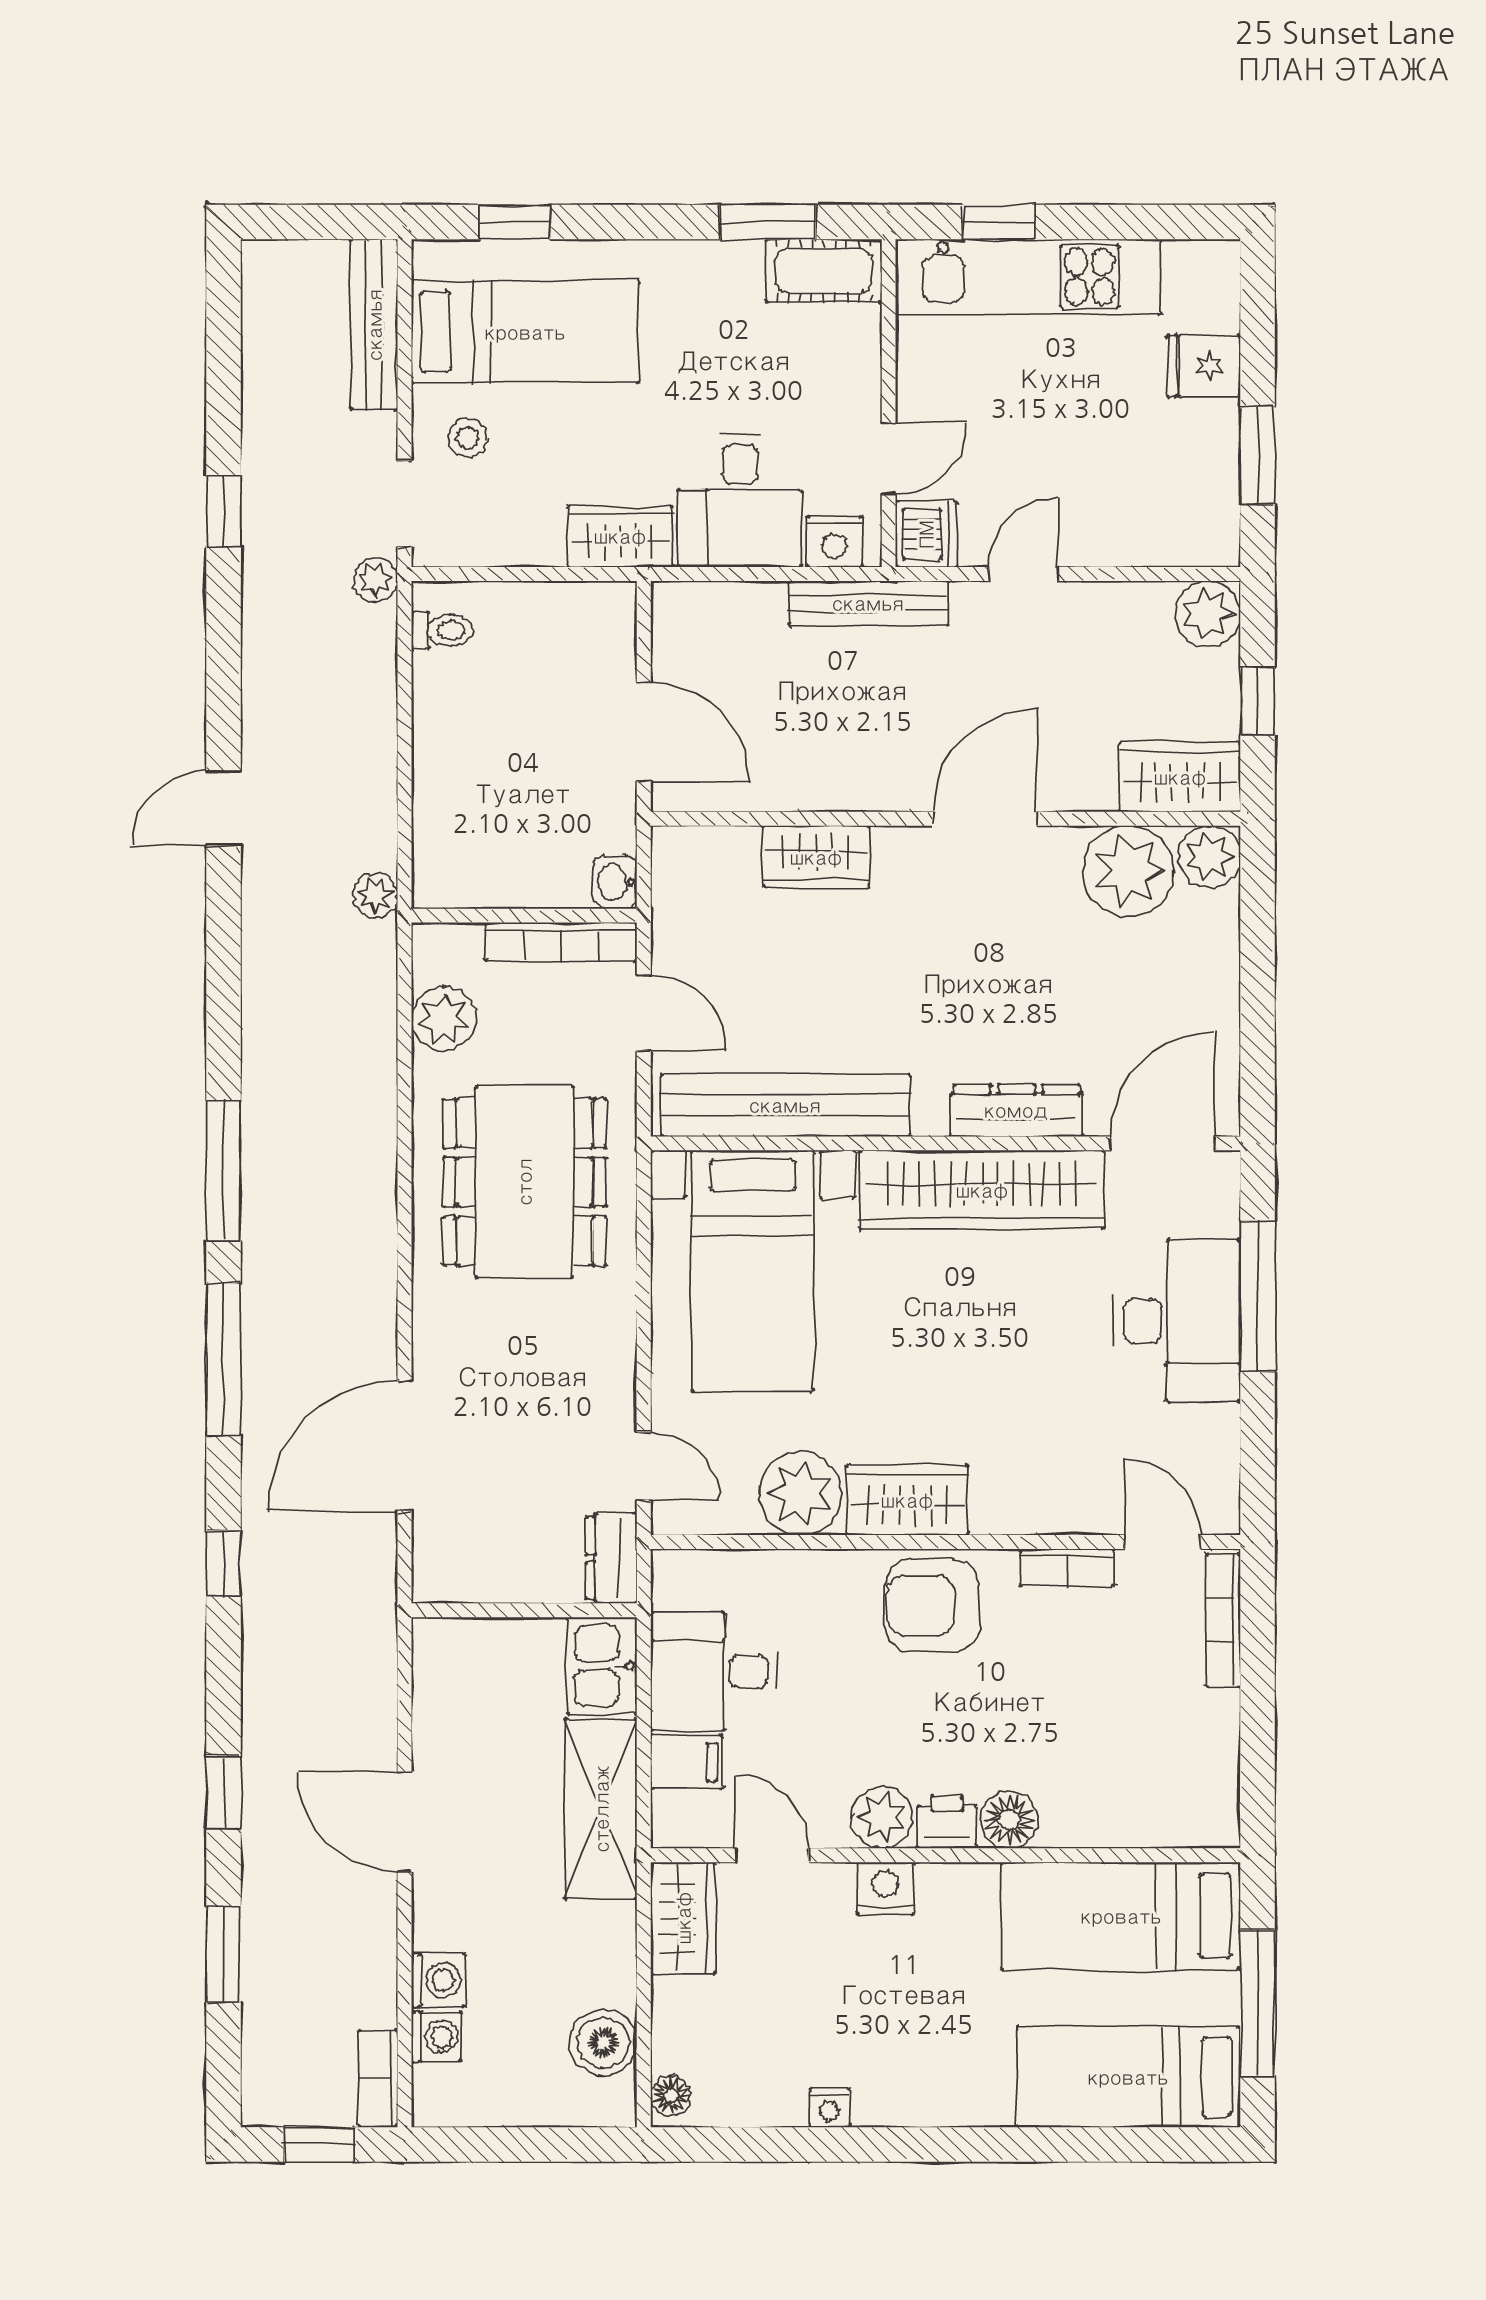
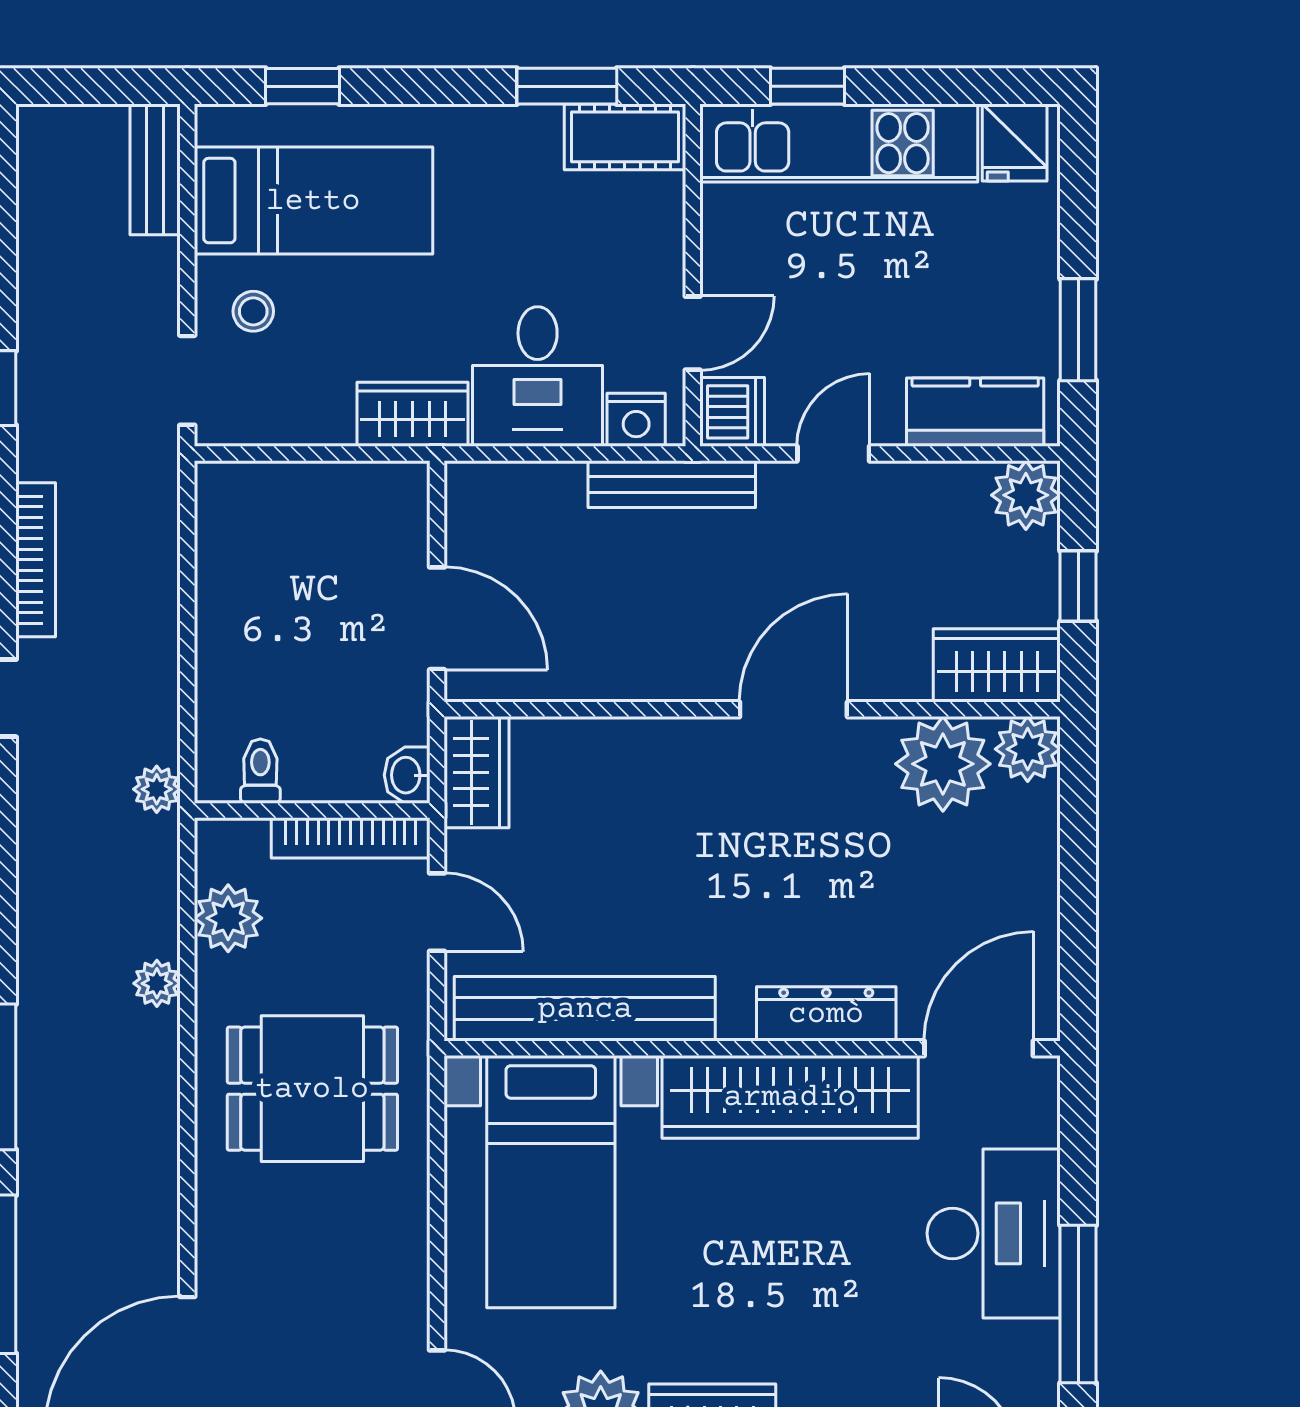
bench: (374, 325) -> (155, 169), width x0.73
fridge: (1204, 366) -> (1015, 142), moved, turned -90
kitchen counter: (1159, 534) -> (975, 412), added
plant: (375, 580) -> (157, 983), moved
toilet: (442, 630) -> (260, 771), moved, turned -90
bookcase: (259, 676) -> (36, 560), added
wardrobe: (816, 857) -> (476, 772), moved, turned -90
dining table: (524, 1182) -> (312, 1089), width x0.73
window: (1258, 1296) -> (1078, 1304), moved

